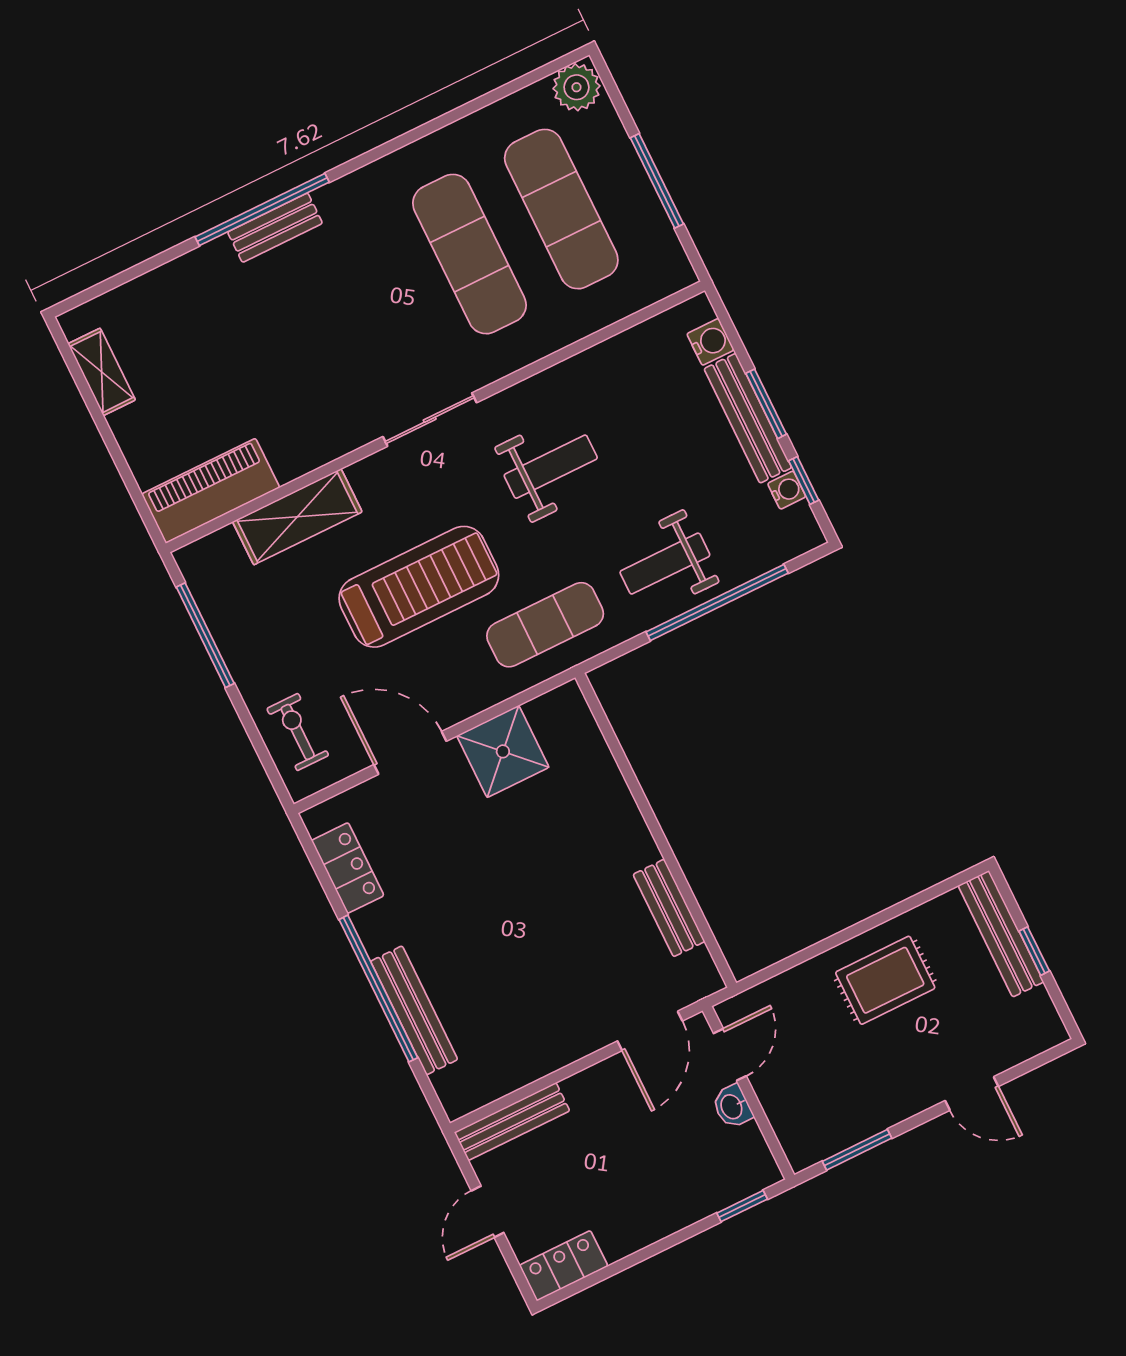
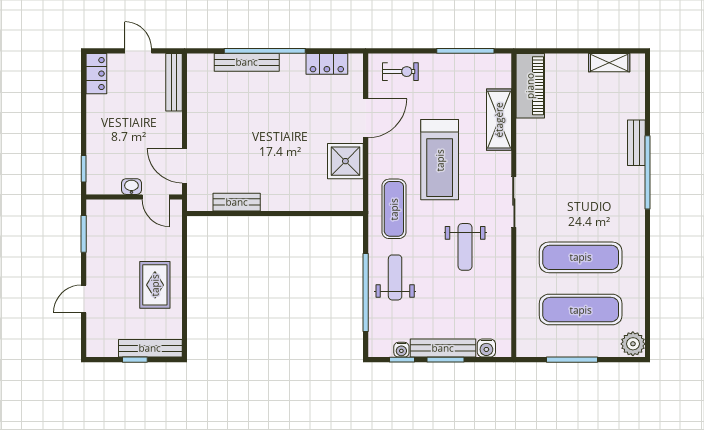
bench: (275, 228) -> (636, 143), moved

